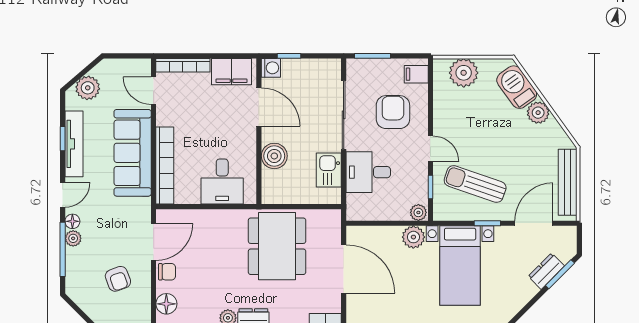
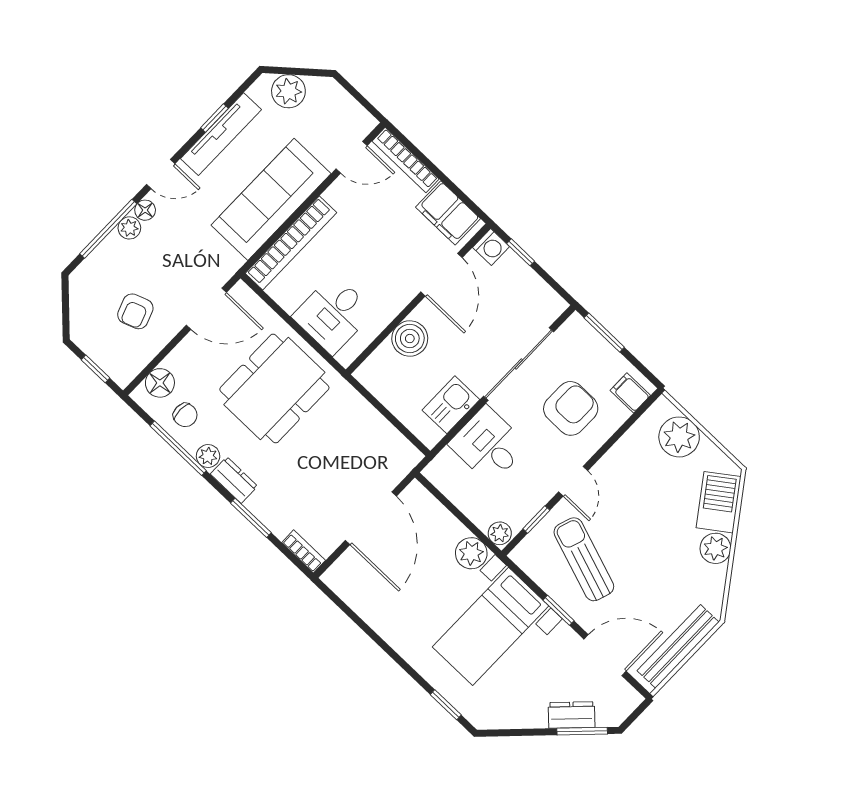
door: (154, 91) -> (352, 157), swing flipped
dining table: (277, 246) -> (274, 388), moved
chair: (167, 272) -> (185, 415), moved

